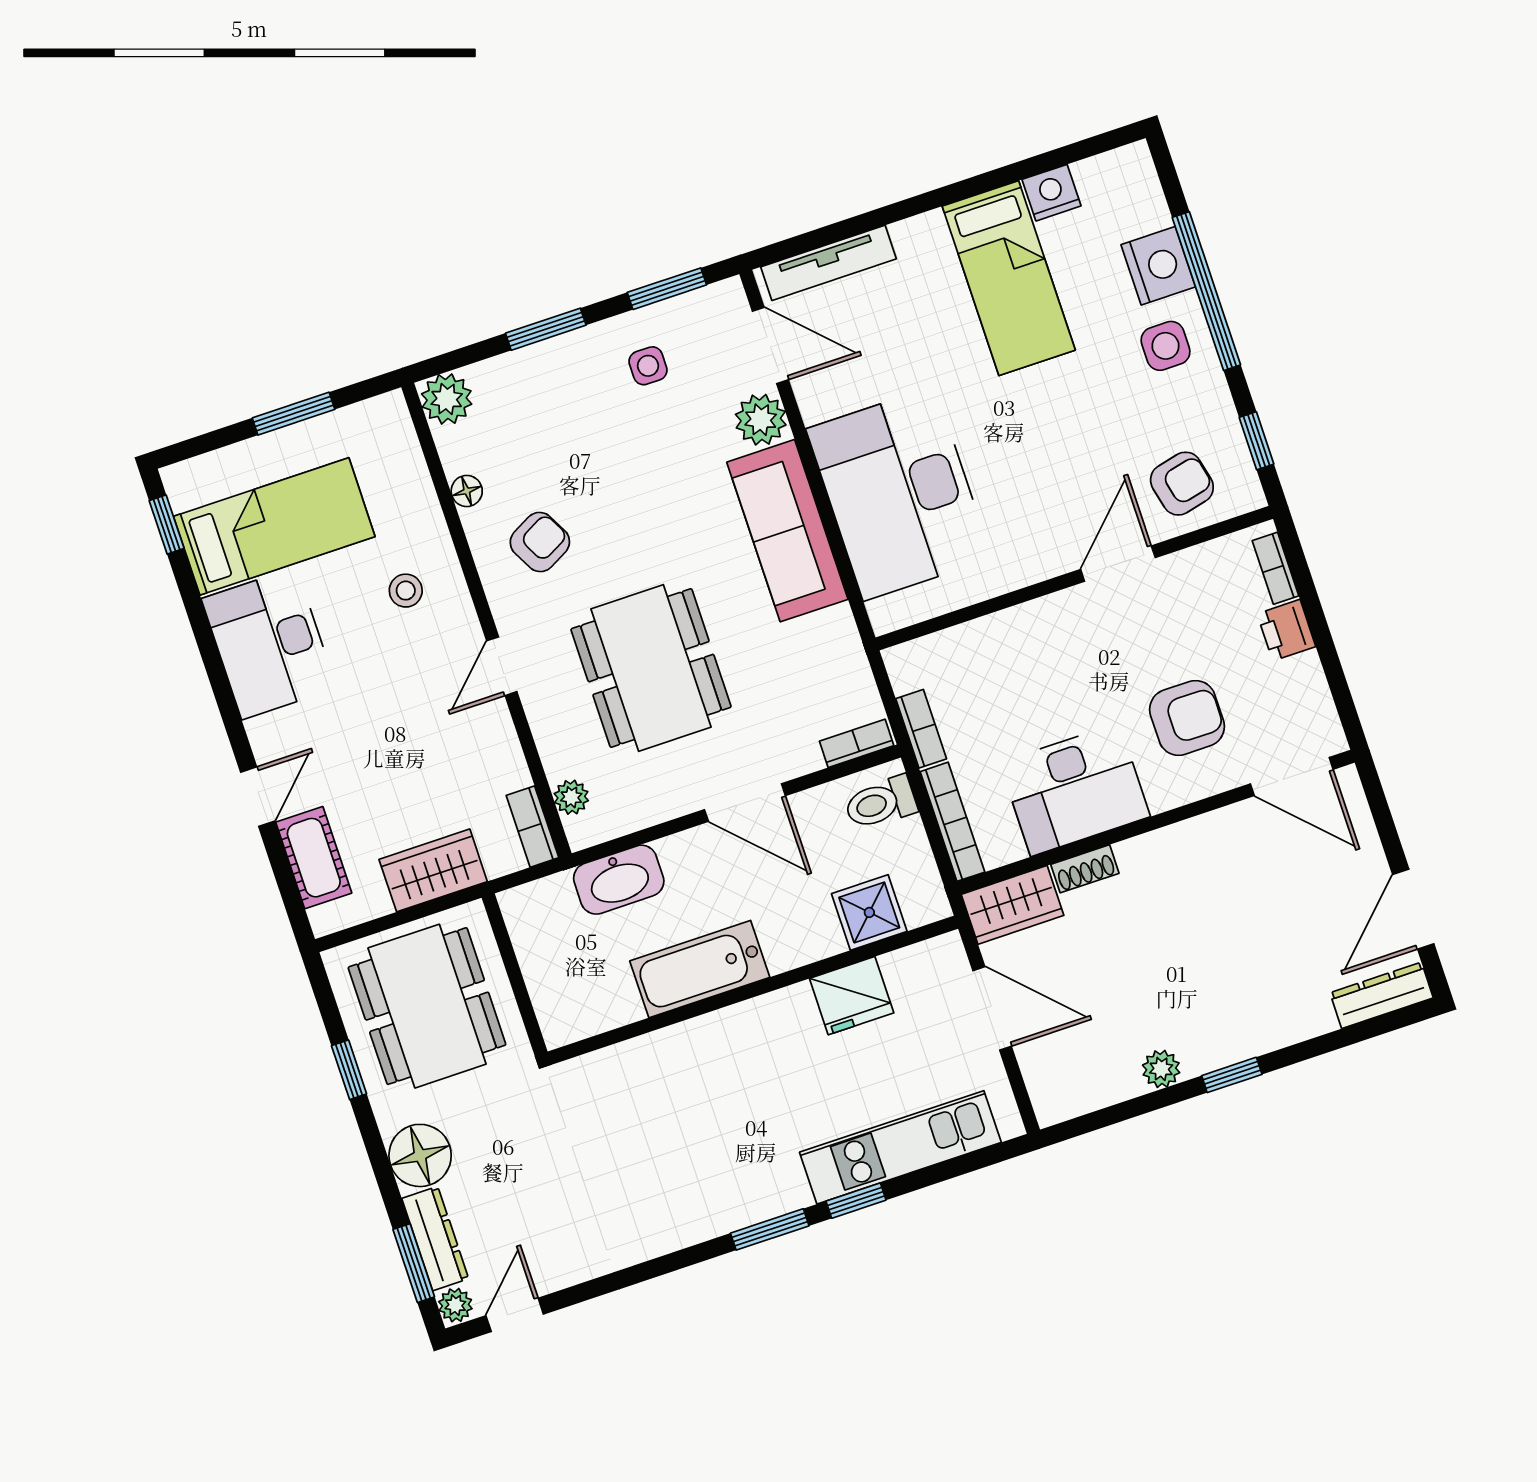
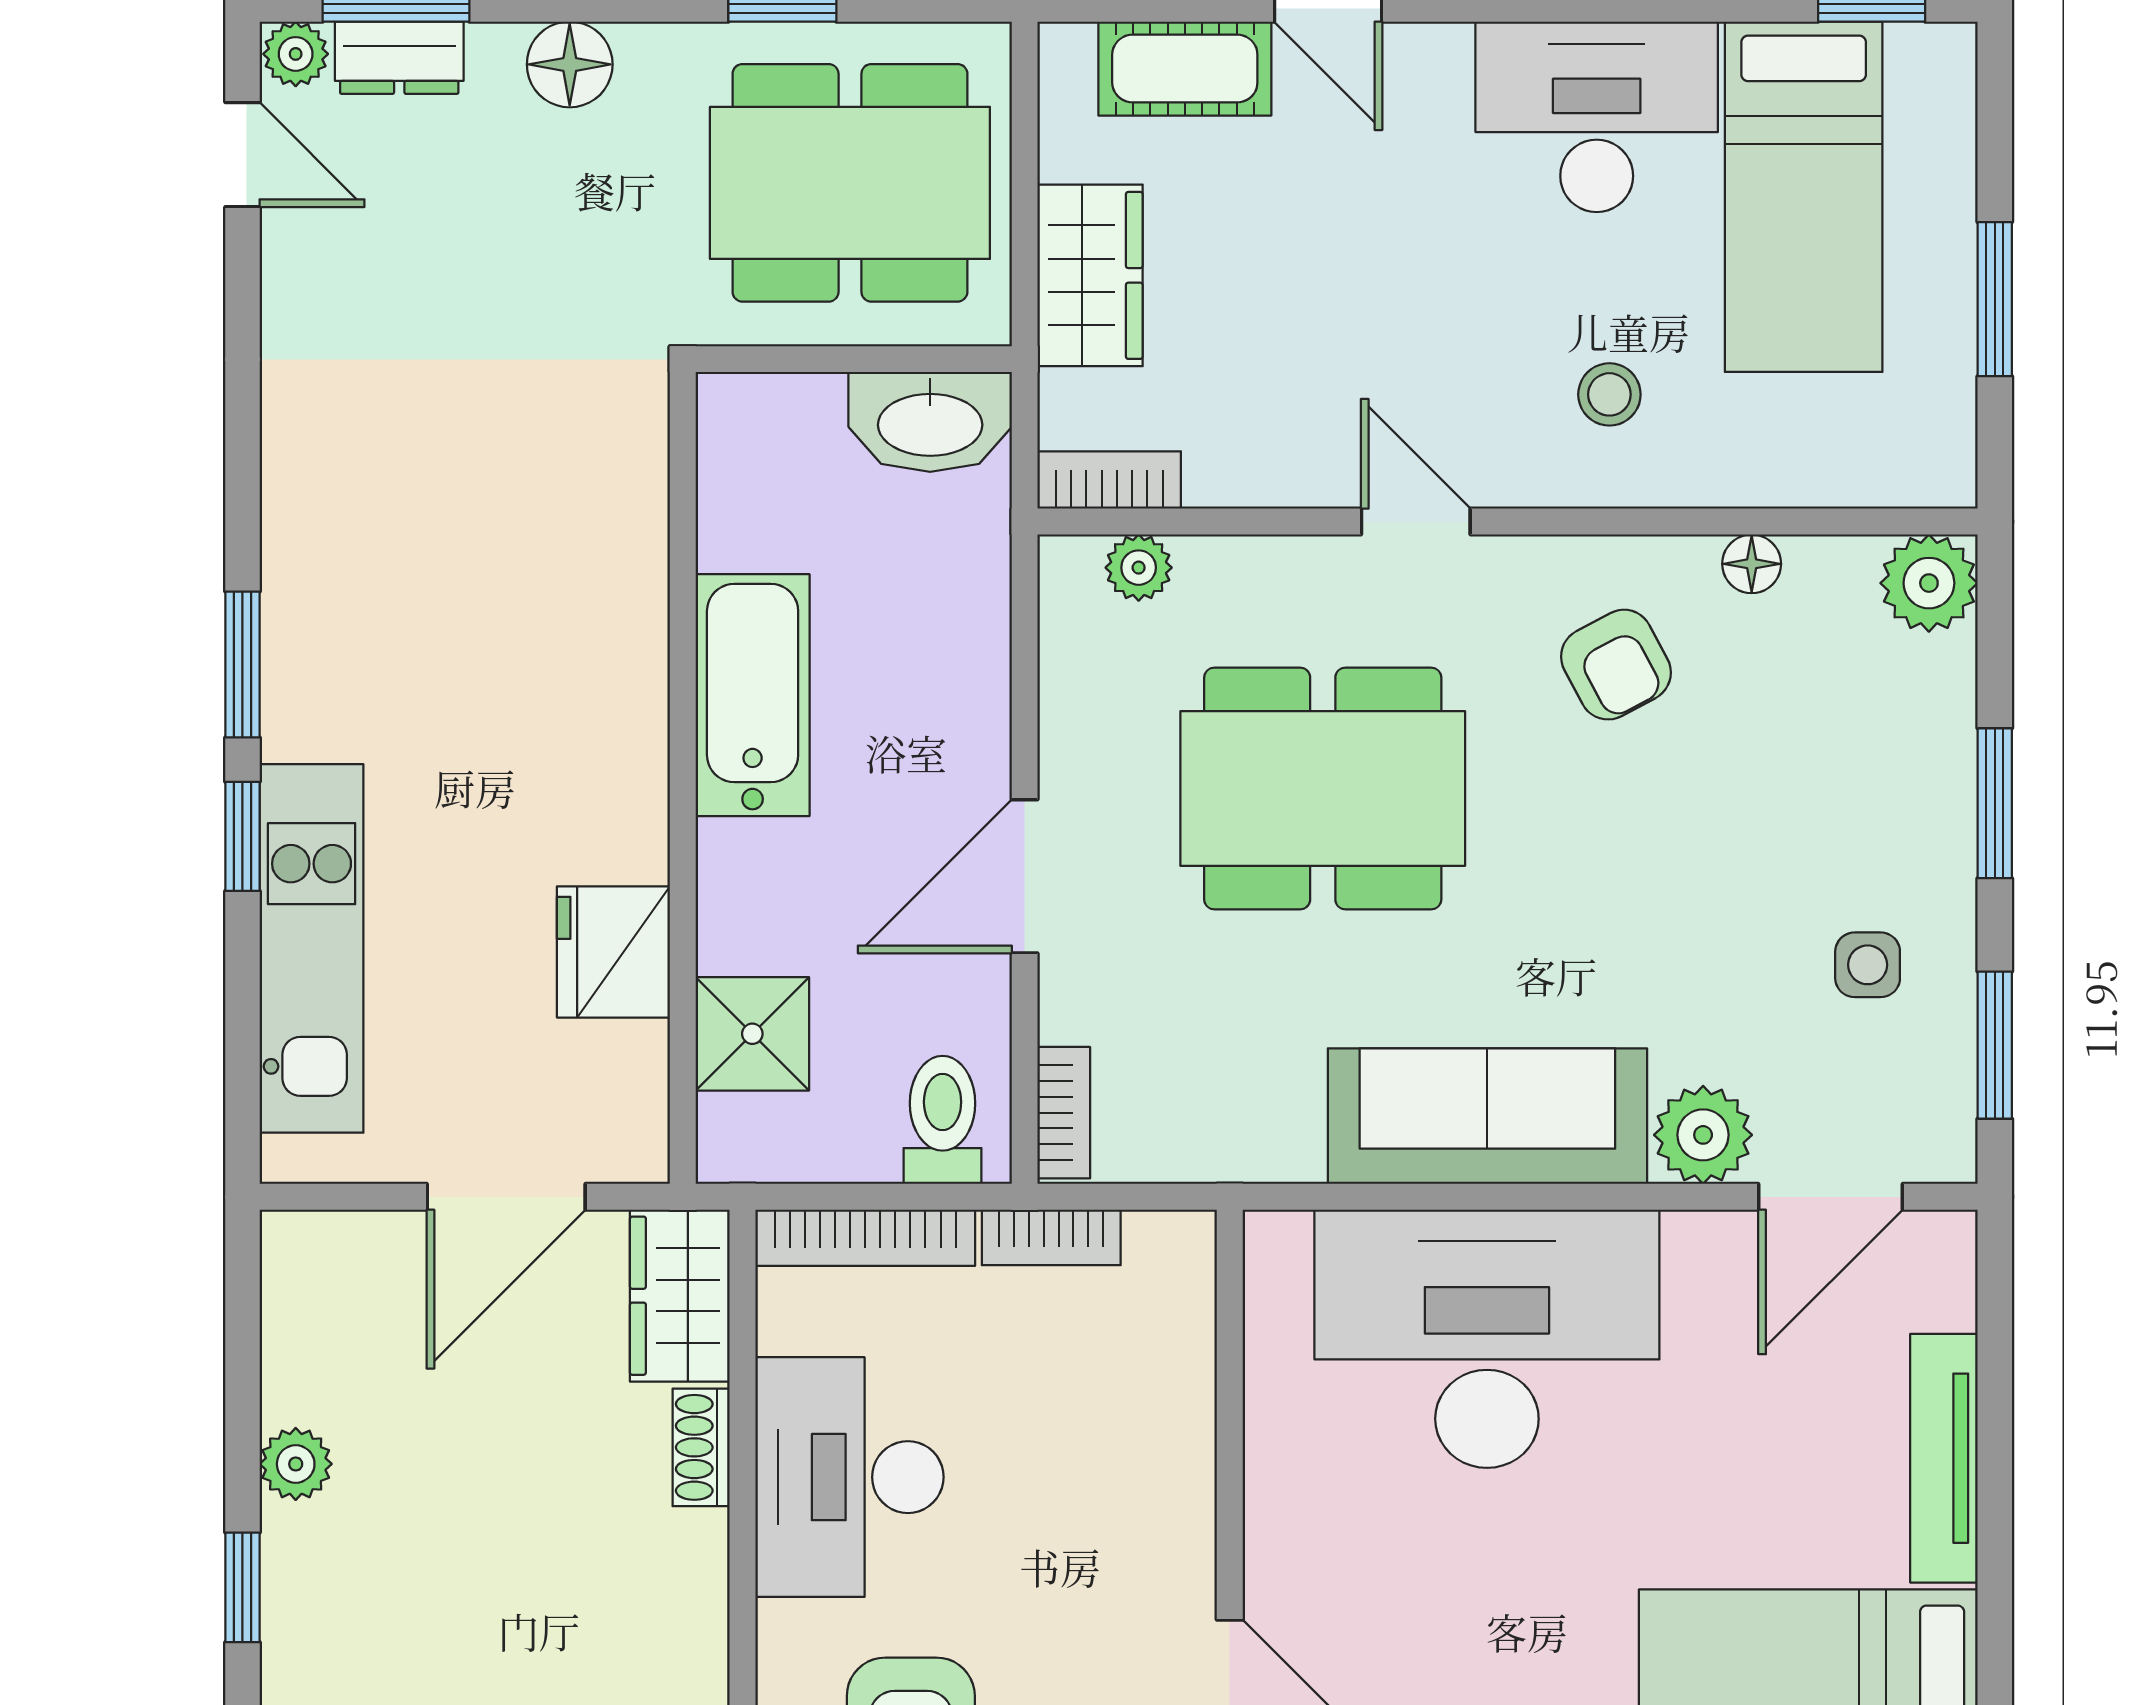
tv unit: (828, 263) -> (1944, 1458), moved
washbasin: (619, 880) -> (930, 422), moved, turned -90
floor lamp: (420, 1155) -> (570, 64), width x0.73, depth x0.73
dresser: (435, 1239) -> (399, 58), width x0.70

